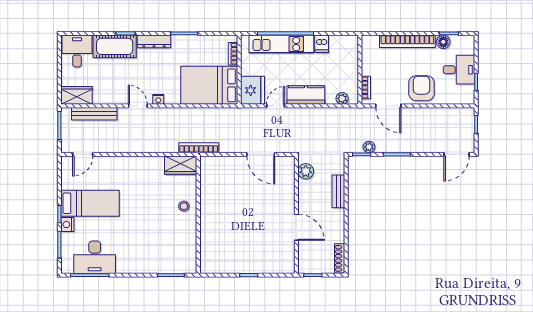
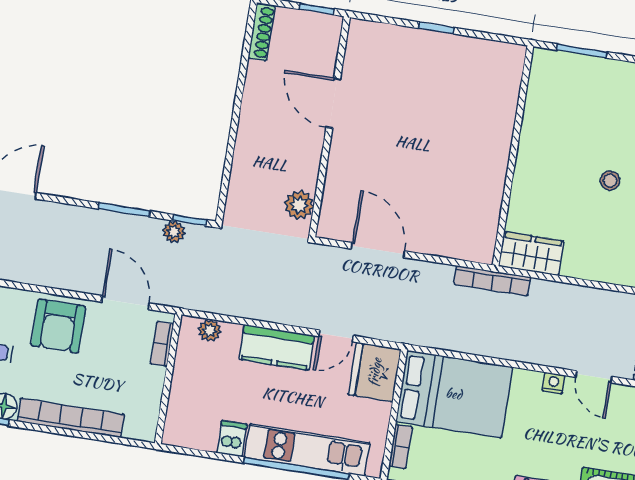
bench: (338, 191) -> (244, 158), removed
stool: (184, 206) -> (610, 181), moved

